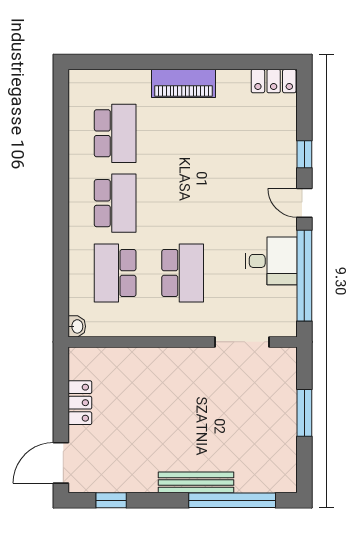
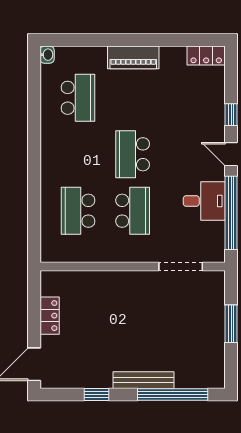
school desk: (115, 203) -> (133, 154), moved, turned 180
washbasin: (77, 326) -> (47, 55), moved
window: (111, 500) -> (97, 394), moved

